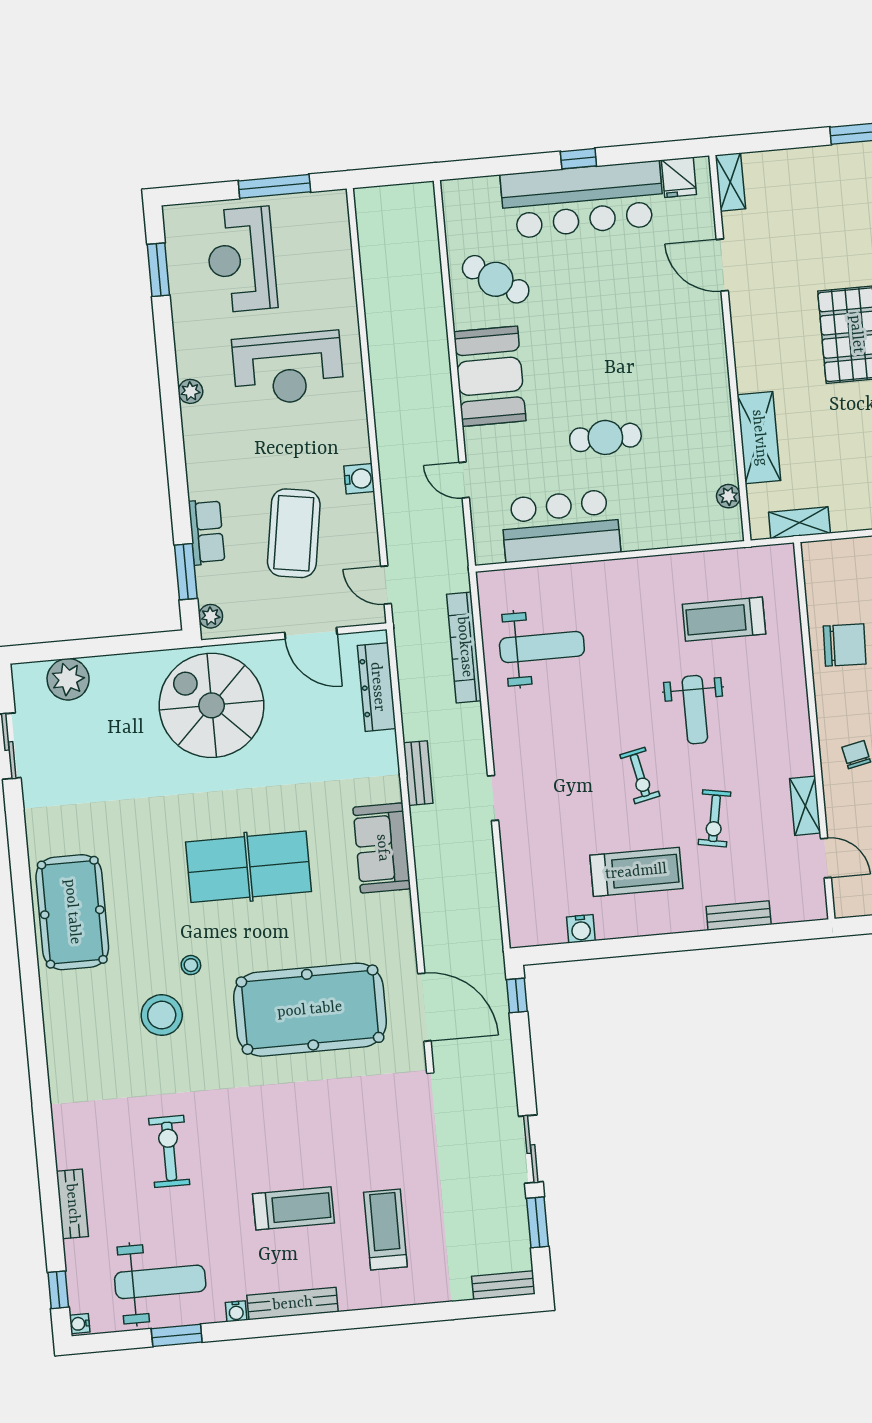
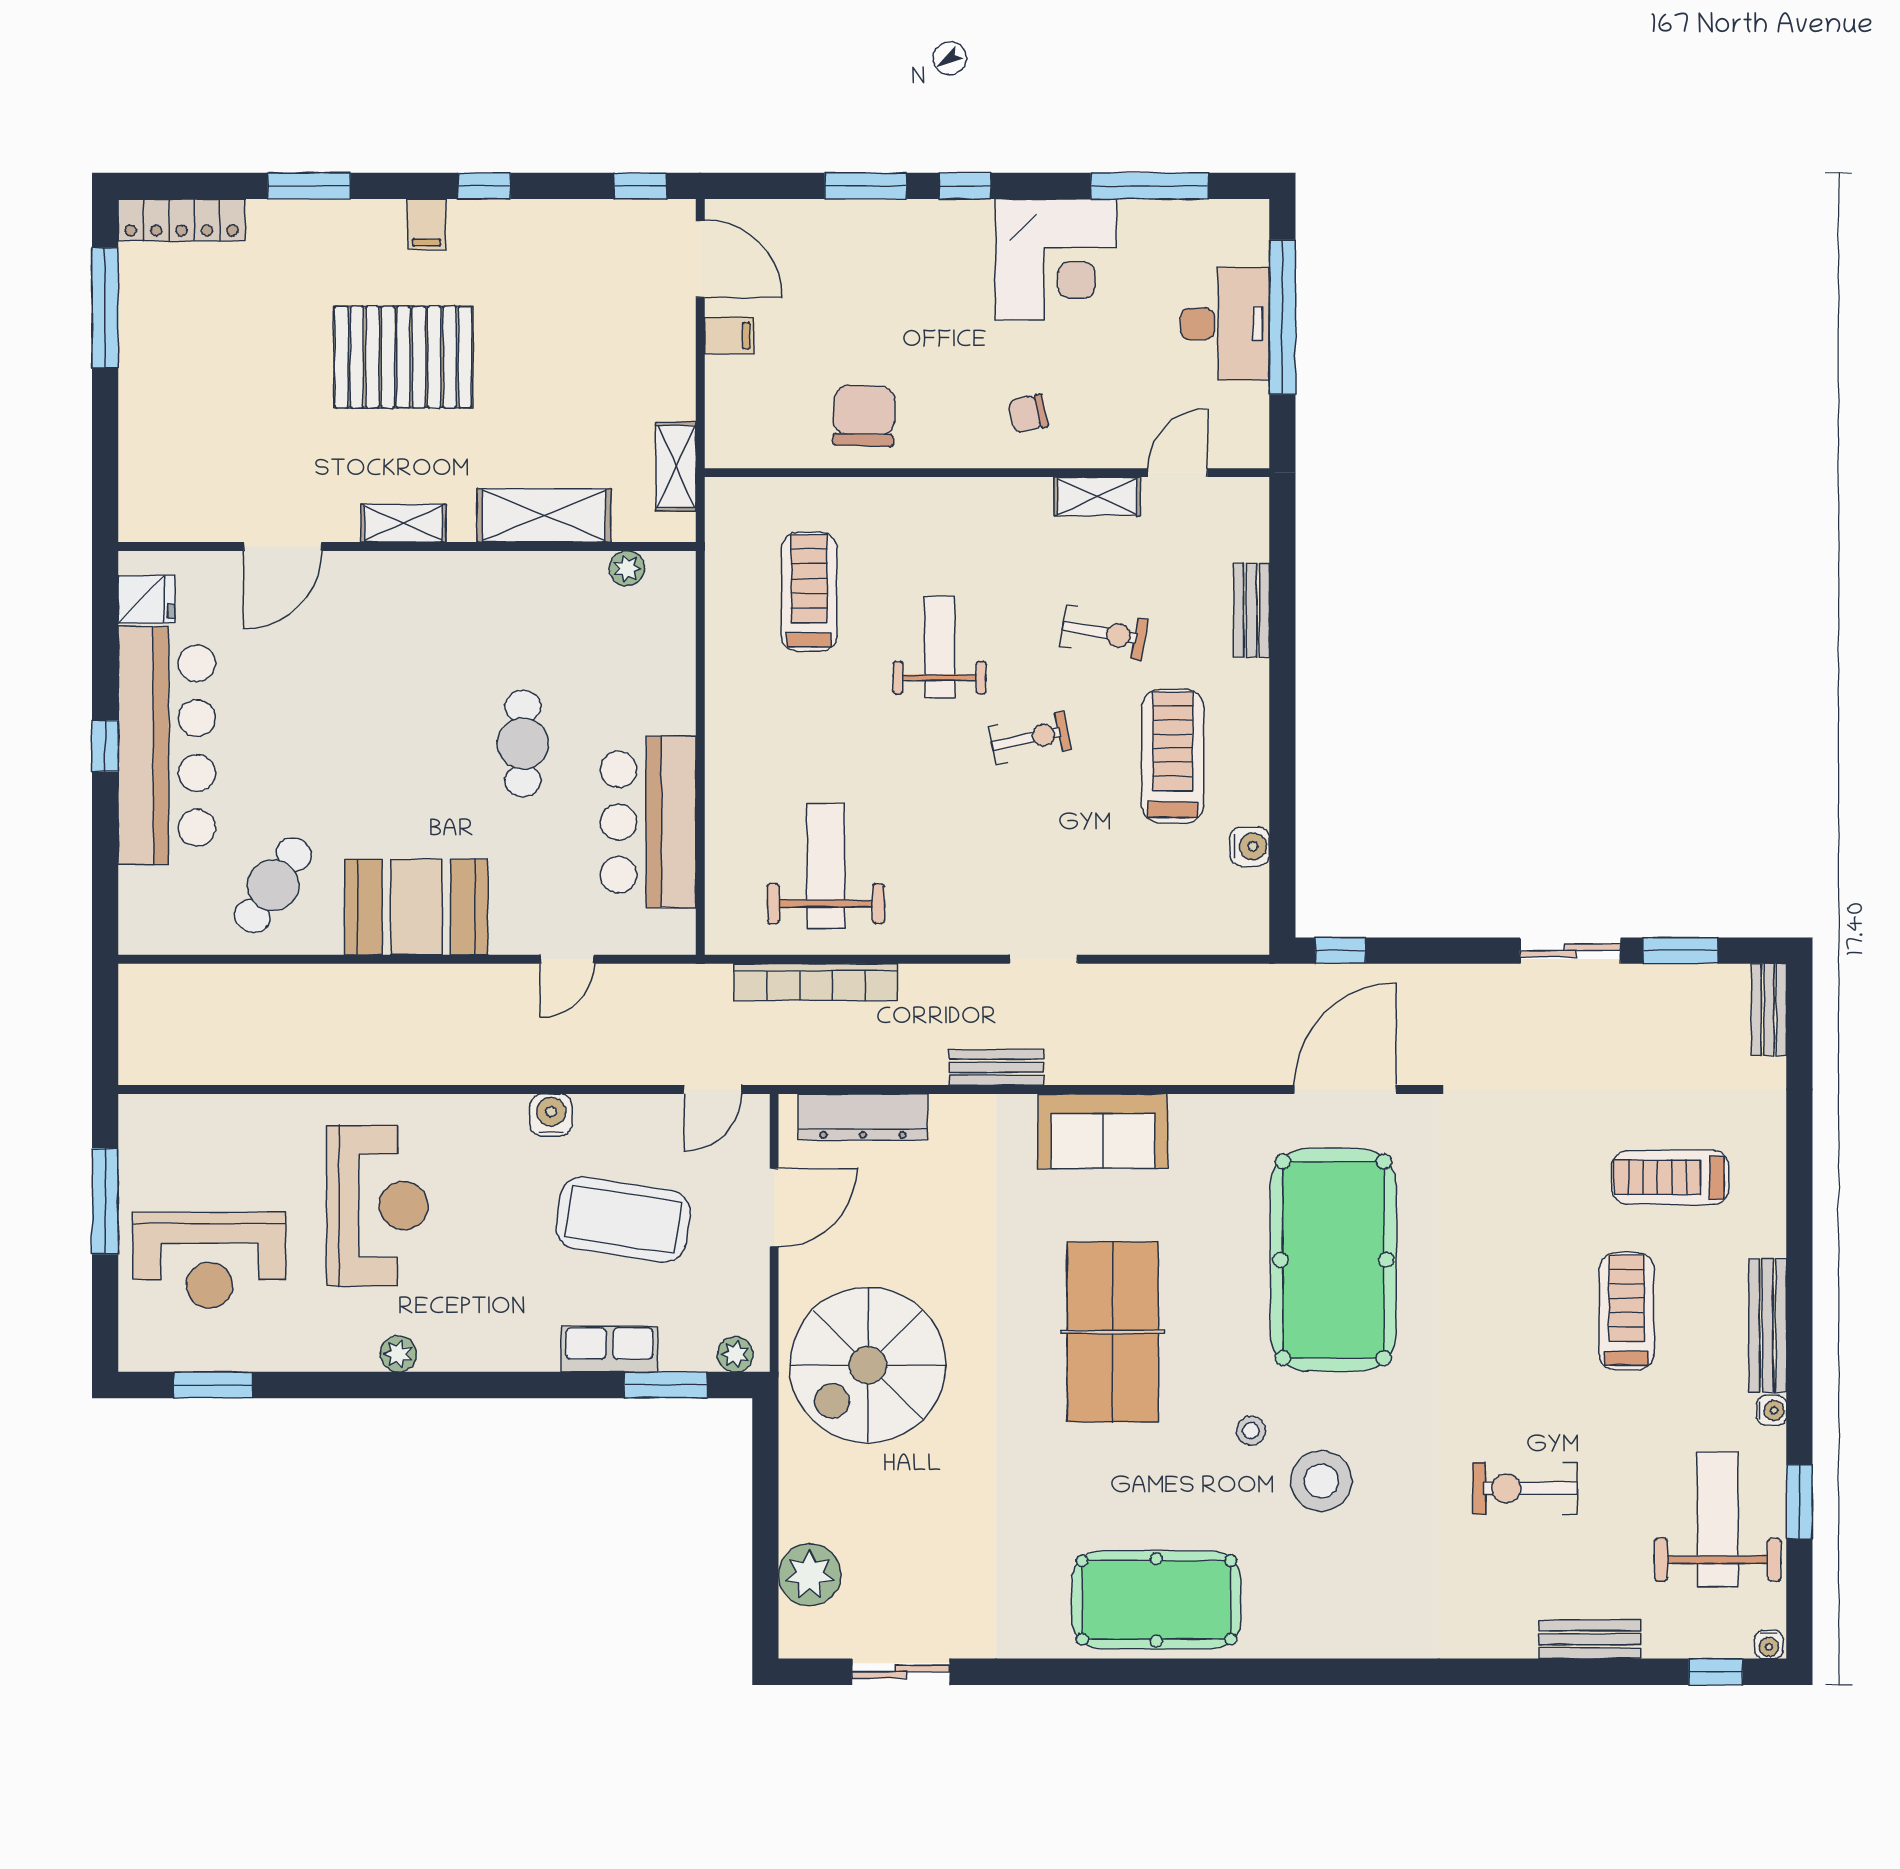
shelving: (730, 182) -> (403, 523), moved
treadmill: (724, 619) -> (809, 592), turned 180
weight bench: (695, 710) -> (940, 647), turned -90

